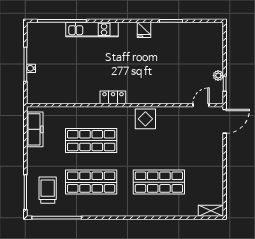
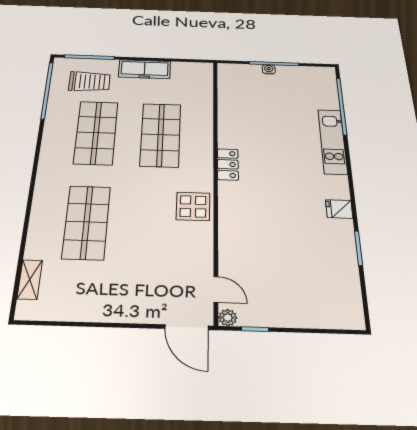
plant: (218, 76) -> (228, 318), moved
freezer: (35, 129) -> (145, 69), moved
shelving: (211, 211) -> (30, 279), moved

